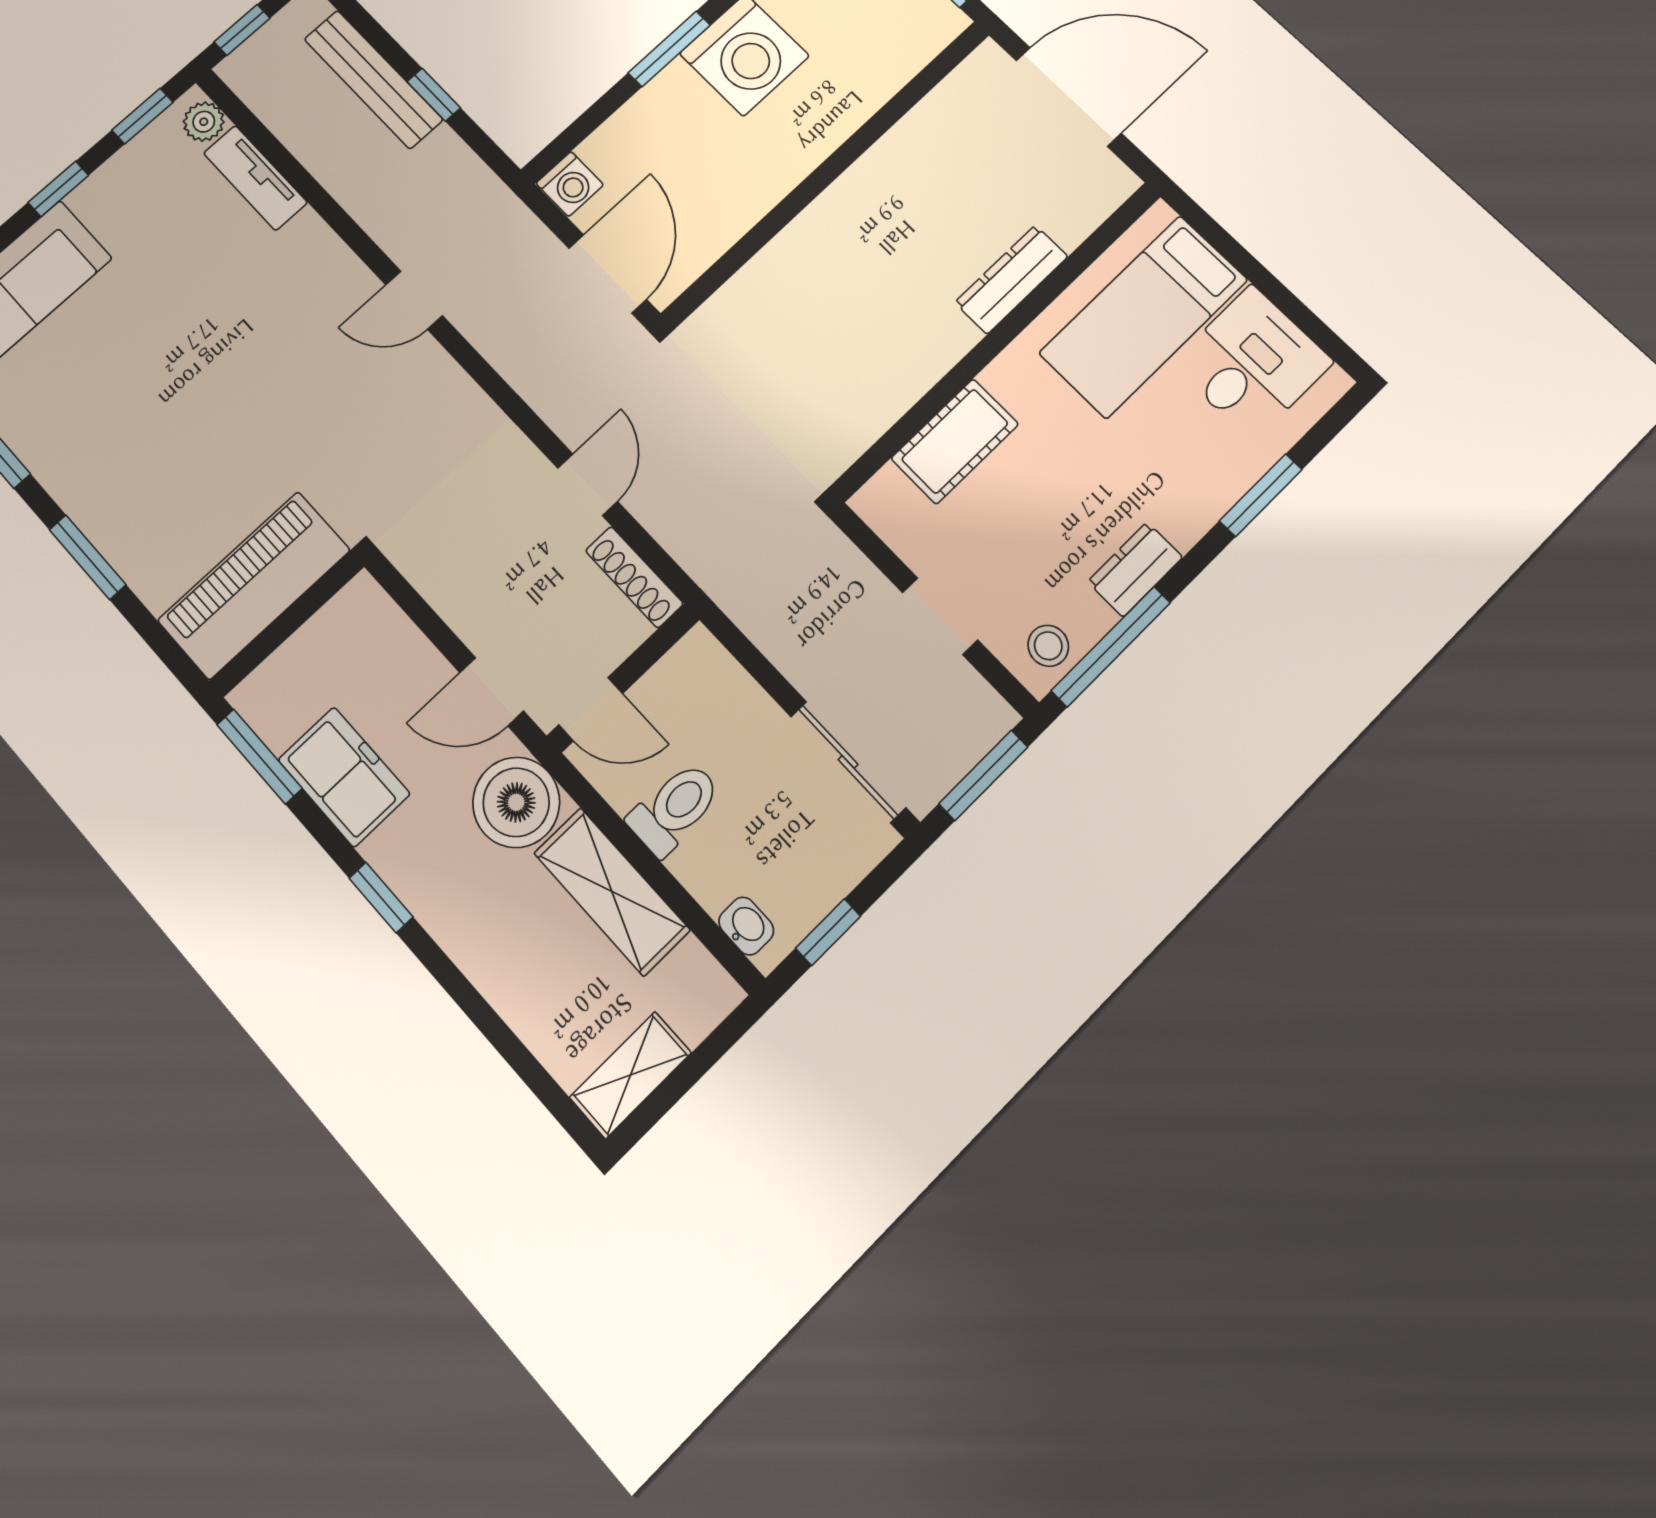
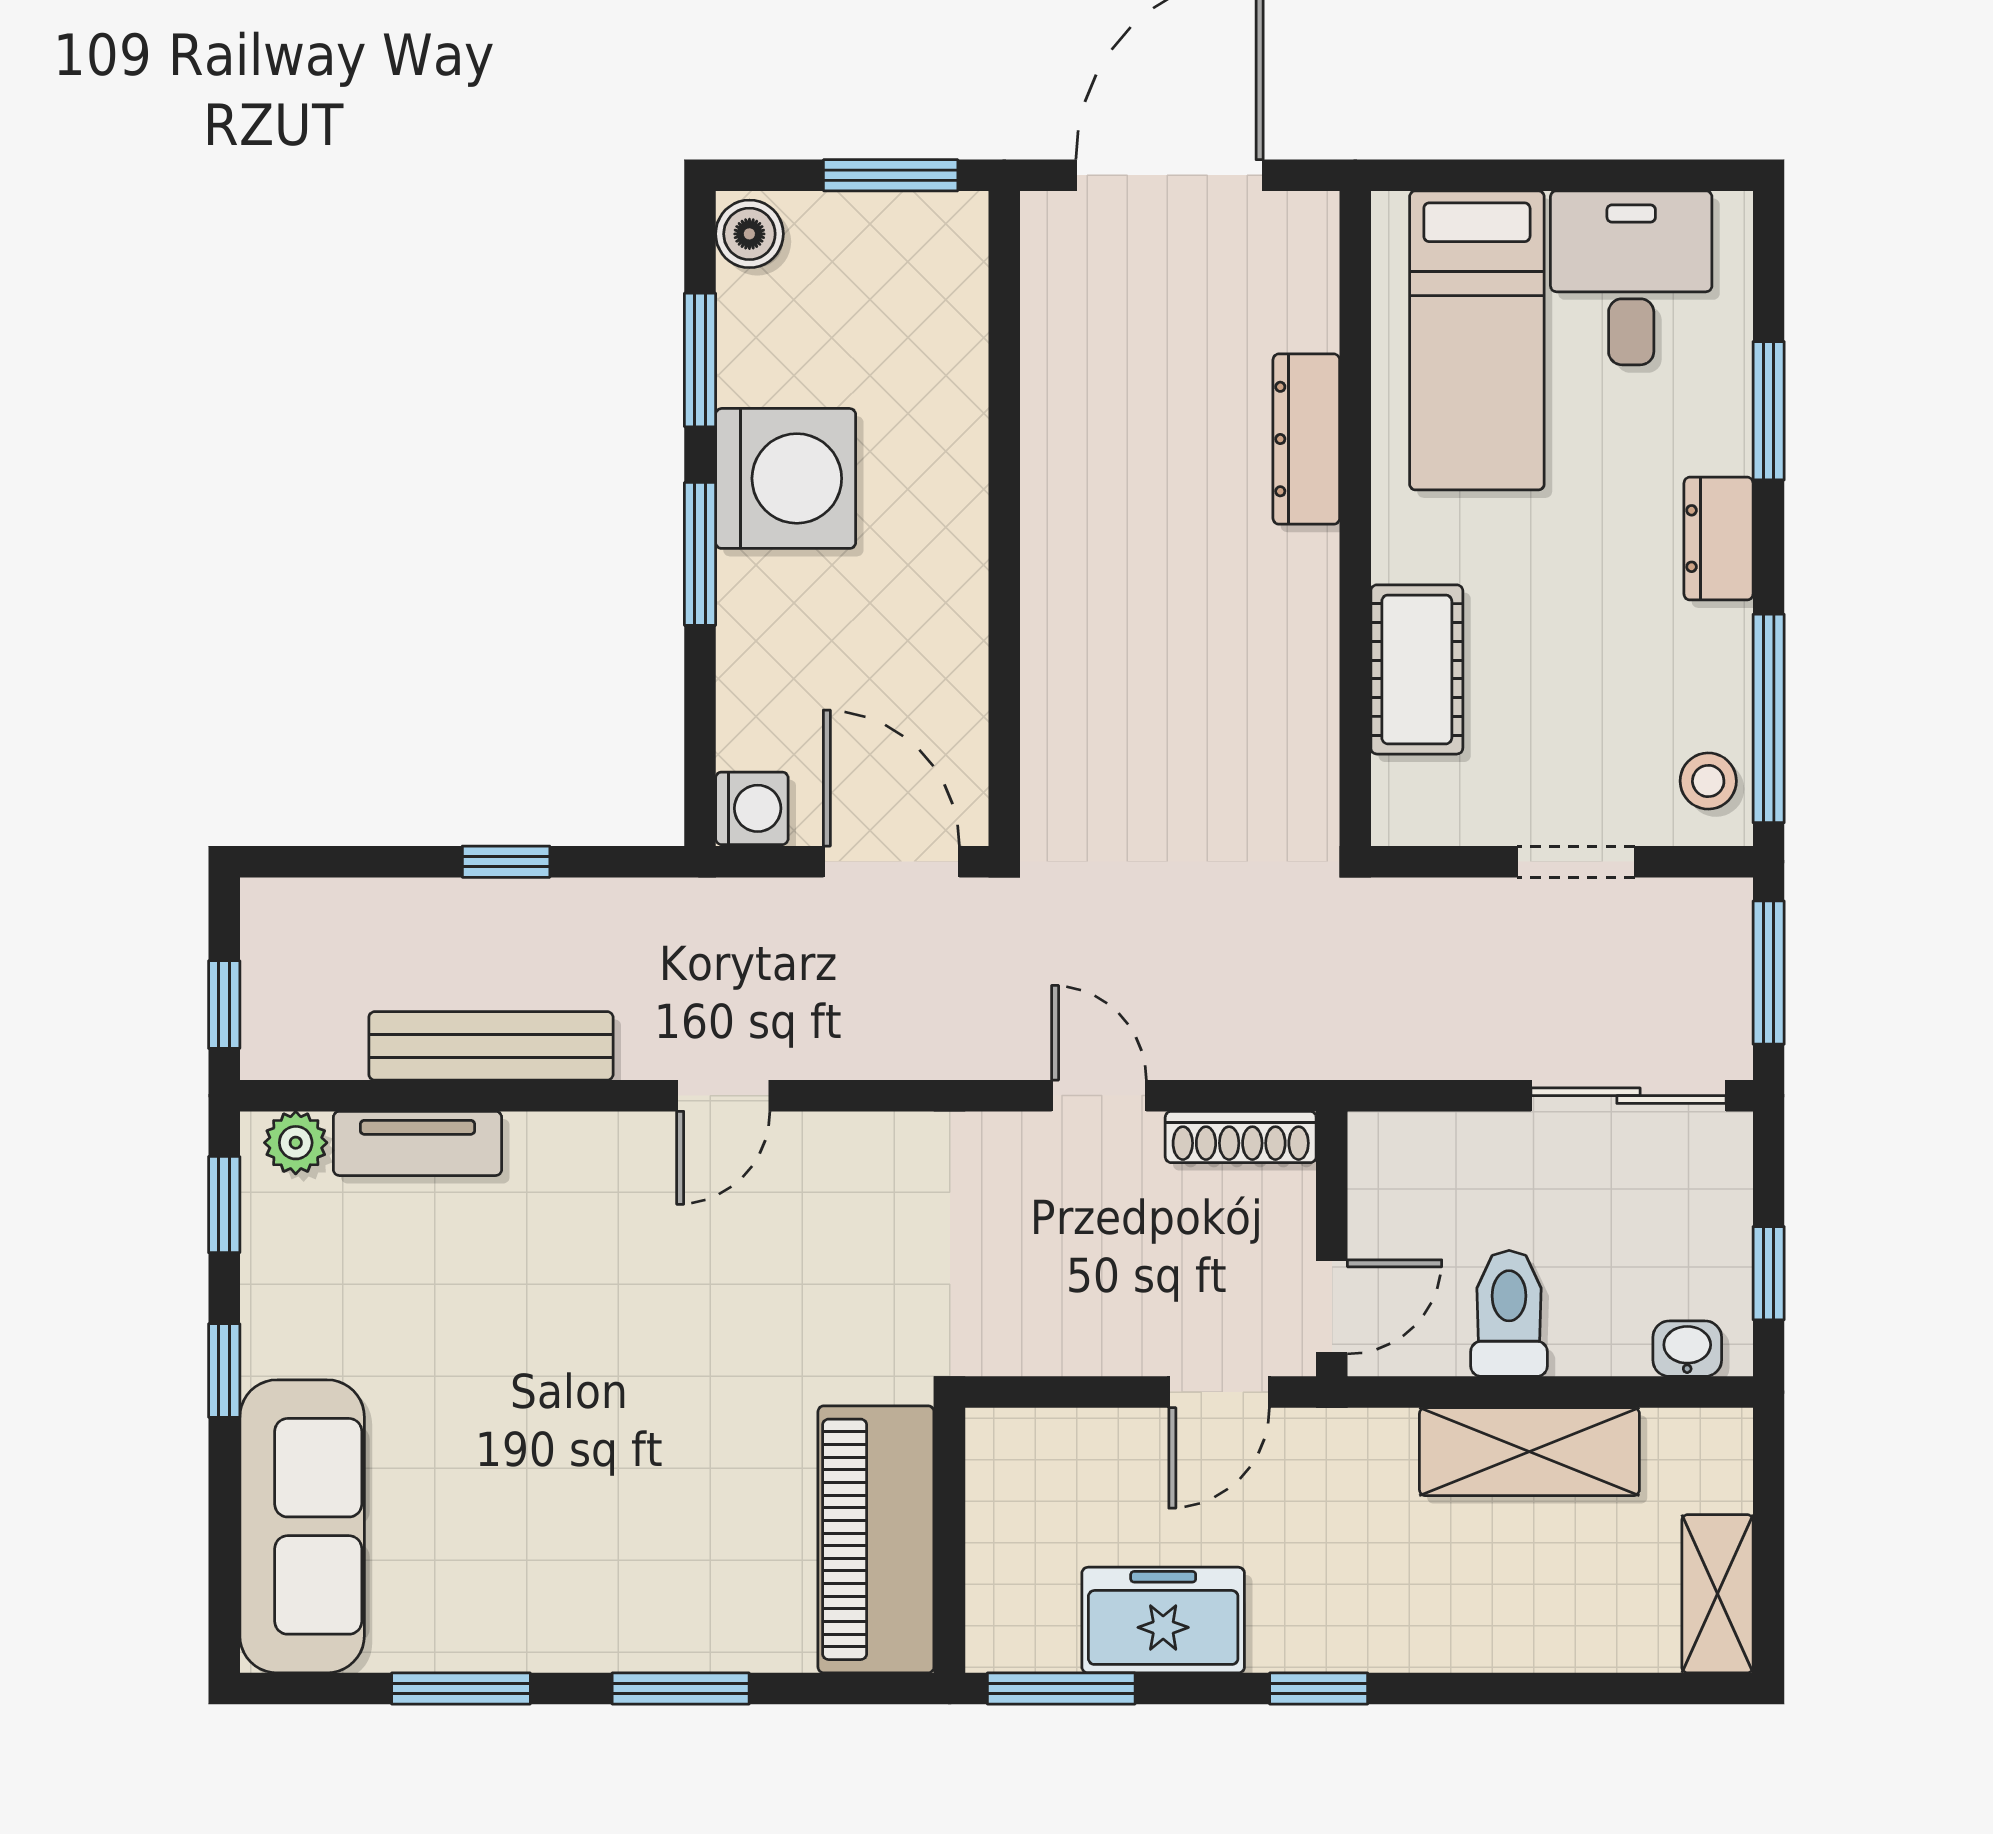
bench: (373, 79) -> (491, 1046), moved
dresser: (1135, 569) -> (1719, 539), moved
boiler: (516, 802) -> (1353, 1468), removed

